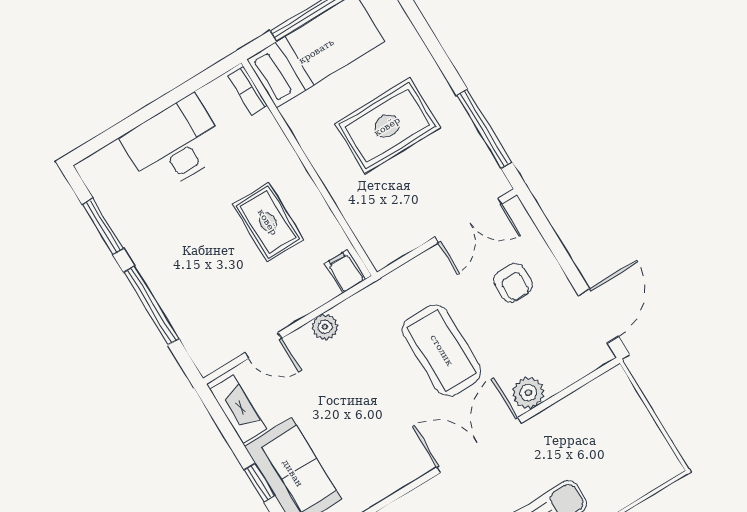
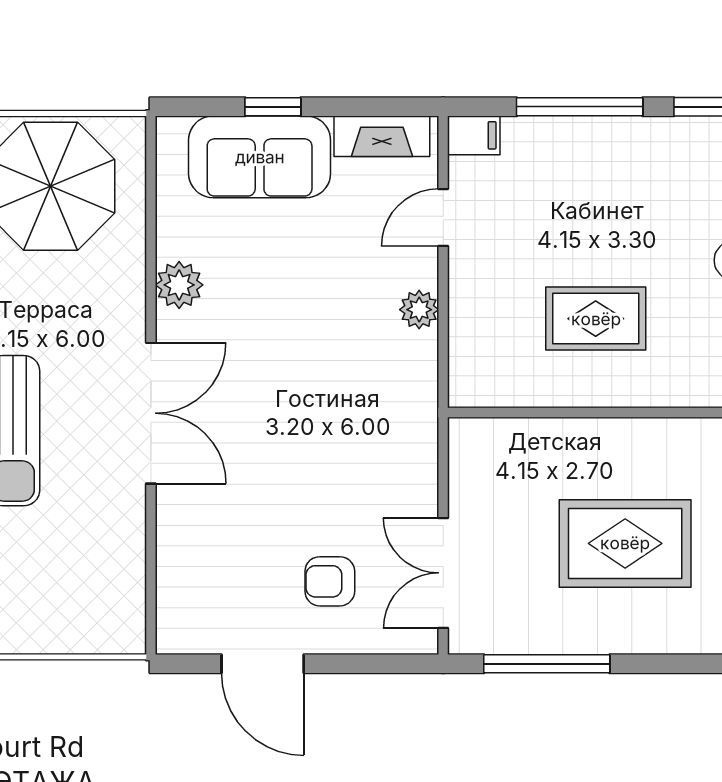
rug: (387, 126) -> (625, 543), turned 90
filing cabinet: (345, 271) -> (474, 135), moved
door: (598, 316) -> (263, 664), moved
coffee table: (442, 350) -> (299, 439), removed
plant: (528, 393) -> (179, 285), moved

